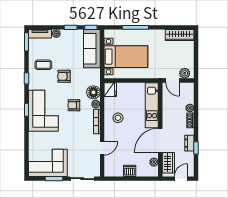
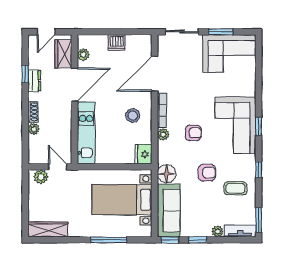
floor lamp: (93, 92) -> (167, 174), moved
door: (102, 148) -> (155, 74), width x1.87

